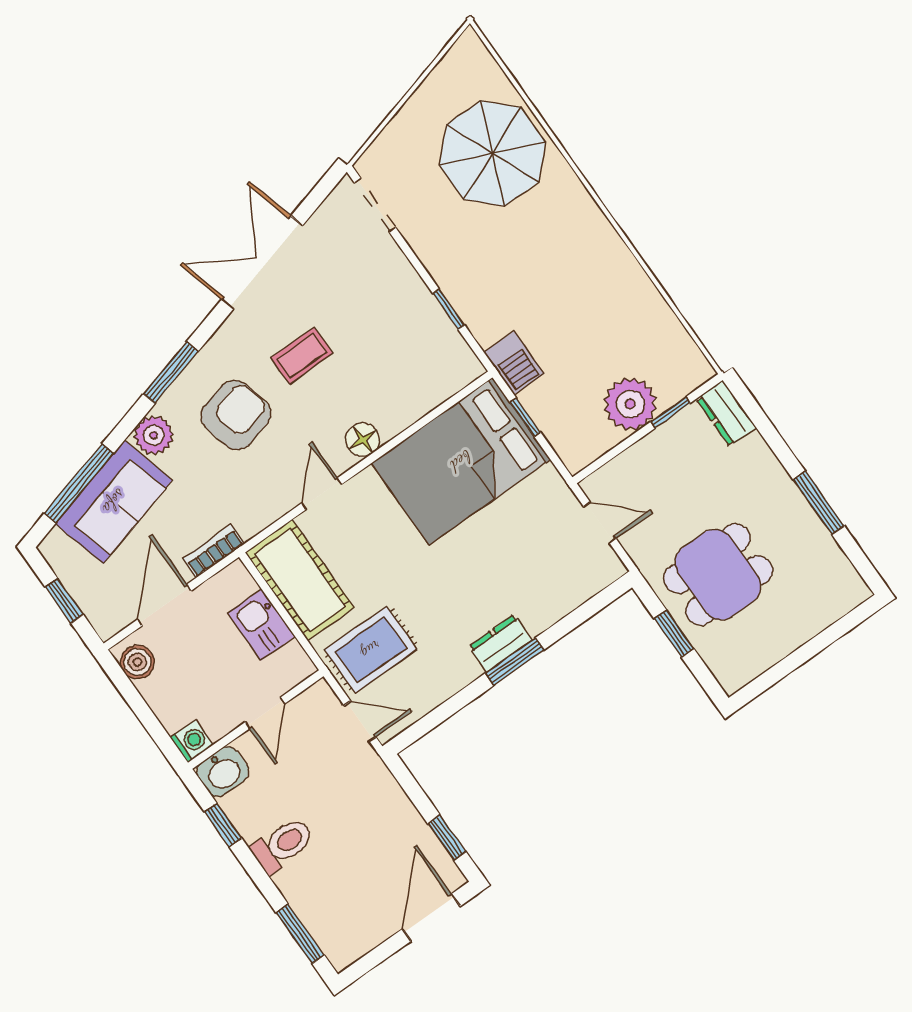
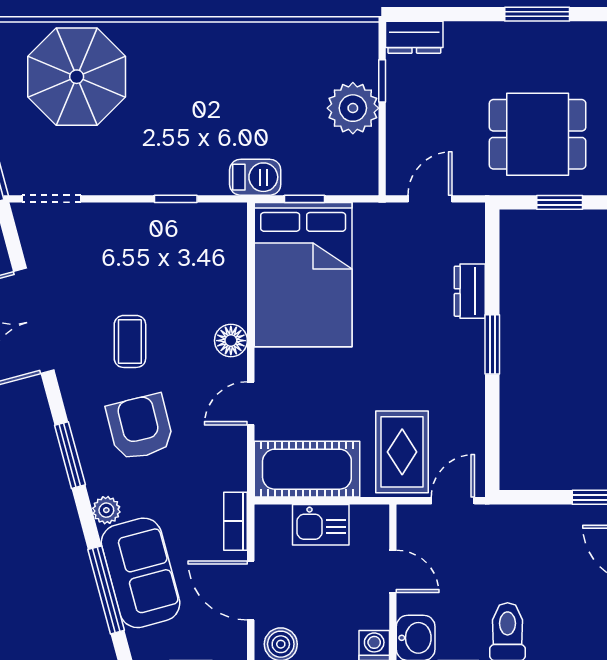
plant: (154, 435) -> (106, 510), width x0.73, depth x0.73
door: (322, 494) -> (251, 403), hinge flipped
dining table: (718, 575) -> (538, 134), turned 90
dresser: (500, 643) -> (470, 291), moved

